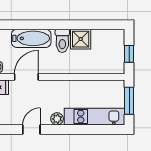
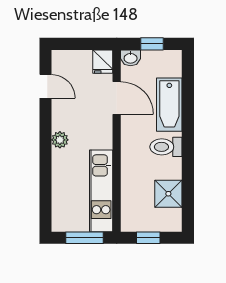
shower: (81, 39) -> (168, 194), moved
kitchen unit: (95, 117) -> (101, 191), moved, turned 180
door: (31, 129) -> (45, 86), moved

